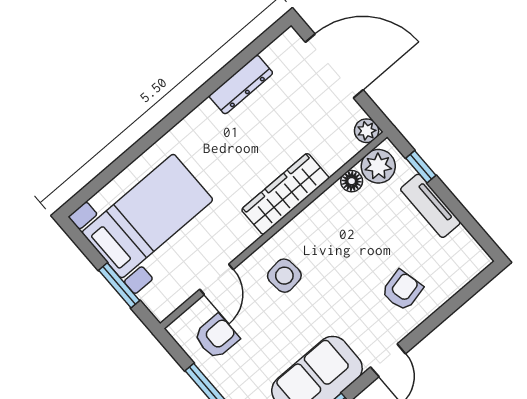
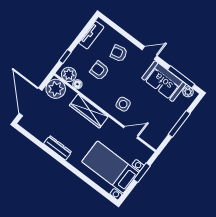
dresser: (241, 85) -> (58, 148), moved
plant: (367, 131) -> (56, 89), width x1.88, depth x1.88
tv unit: (430, 206) -> (91, 35), moved
armchair: (216, 337) -> (99, 71), moved

